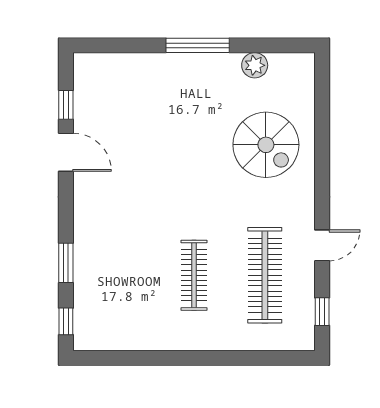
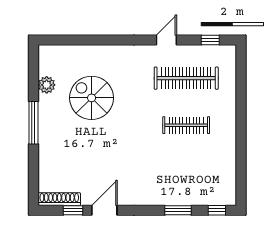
shoe rack: (83, 84) -> (59, 199), added
spiral stairs: (266, 145) -> (92, 98), moved, turned -90
door: (322, 245) -> (166, 40), hinge flipped

